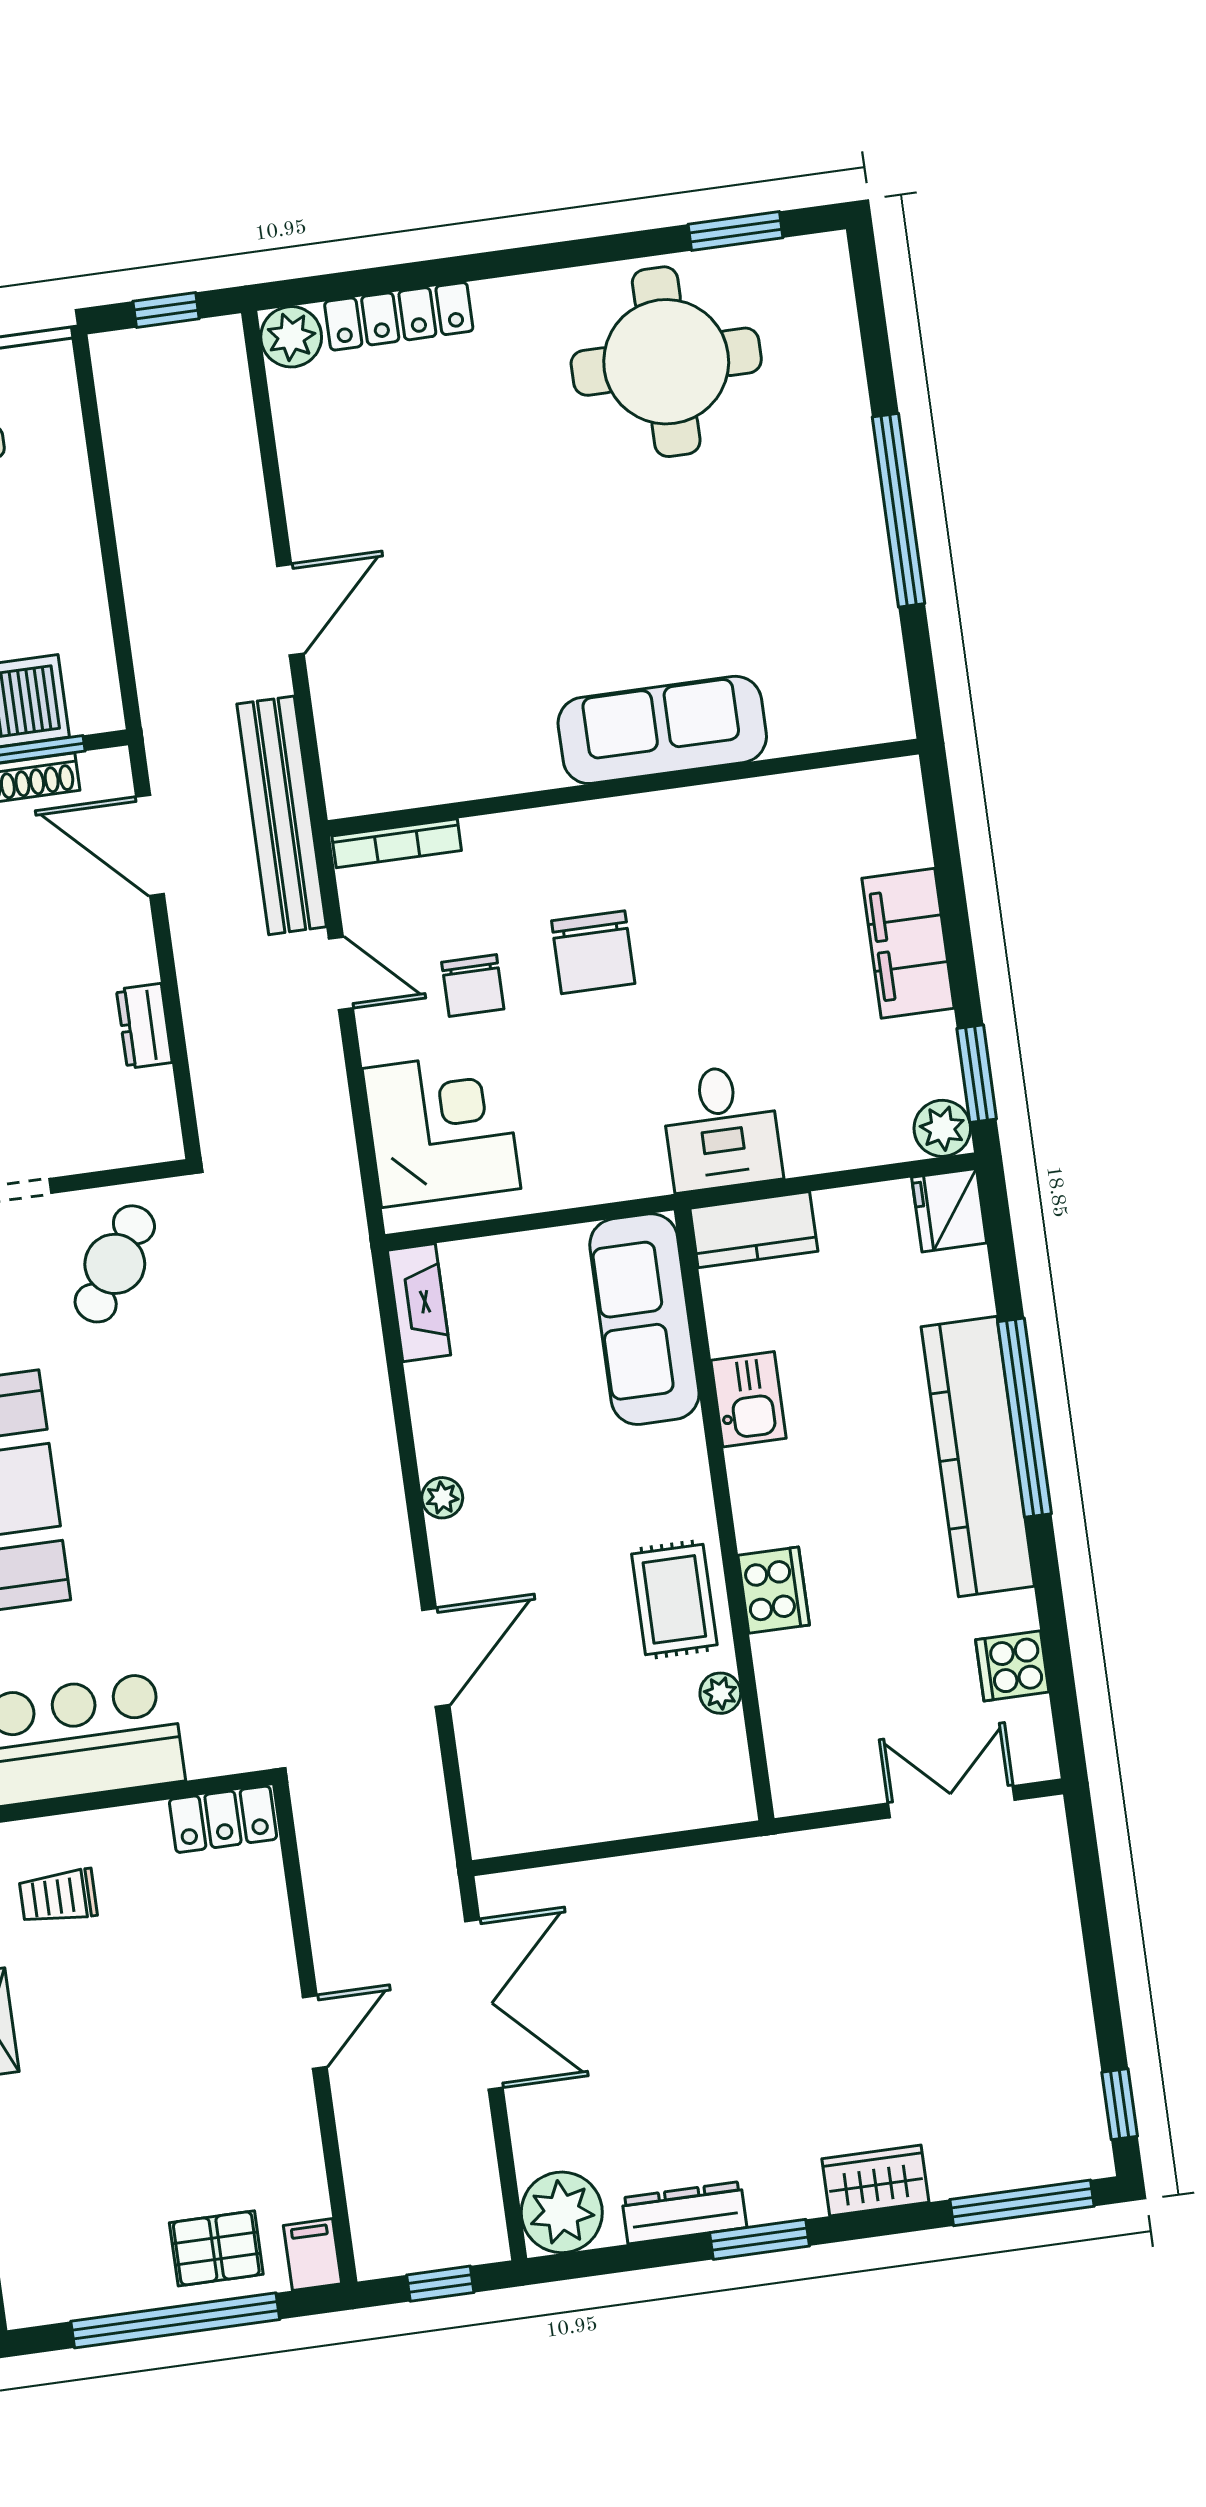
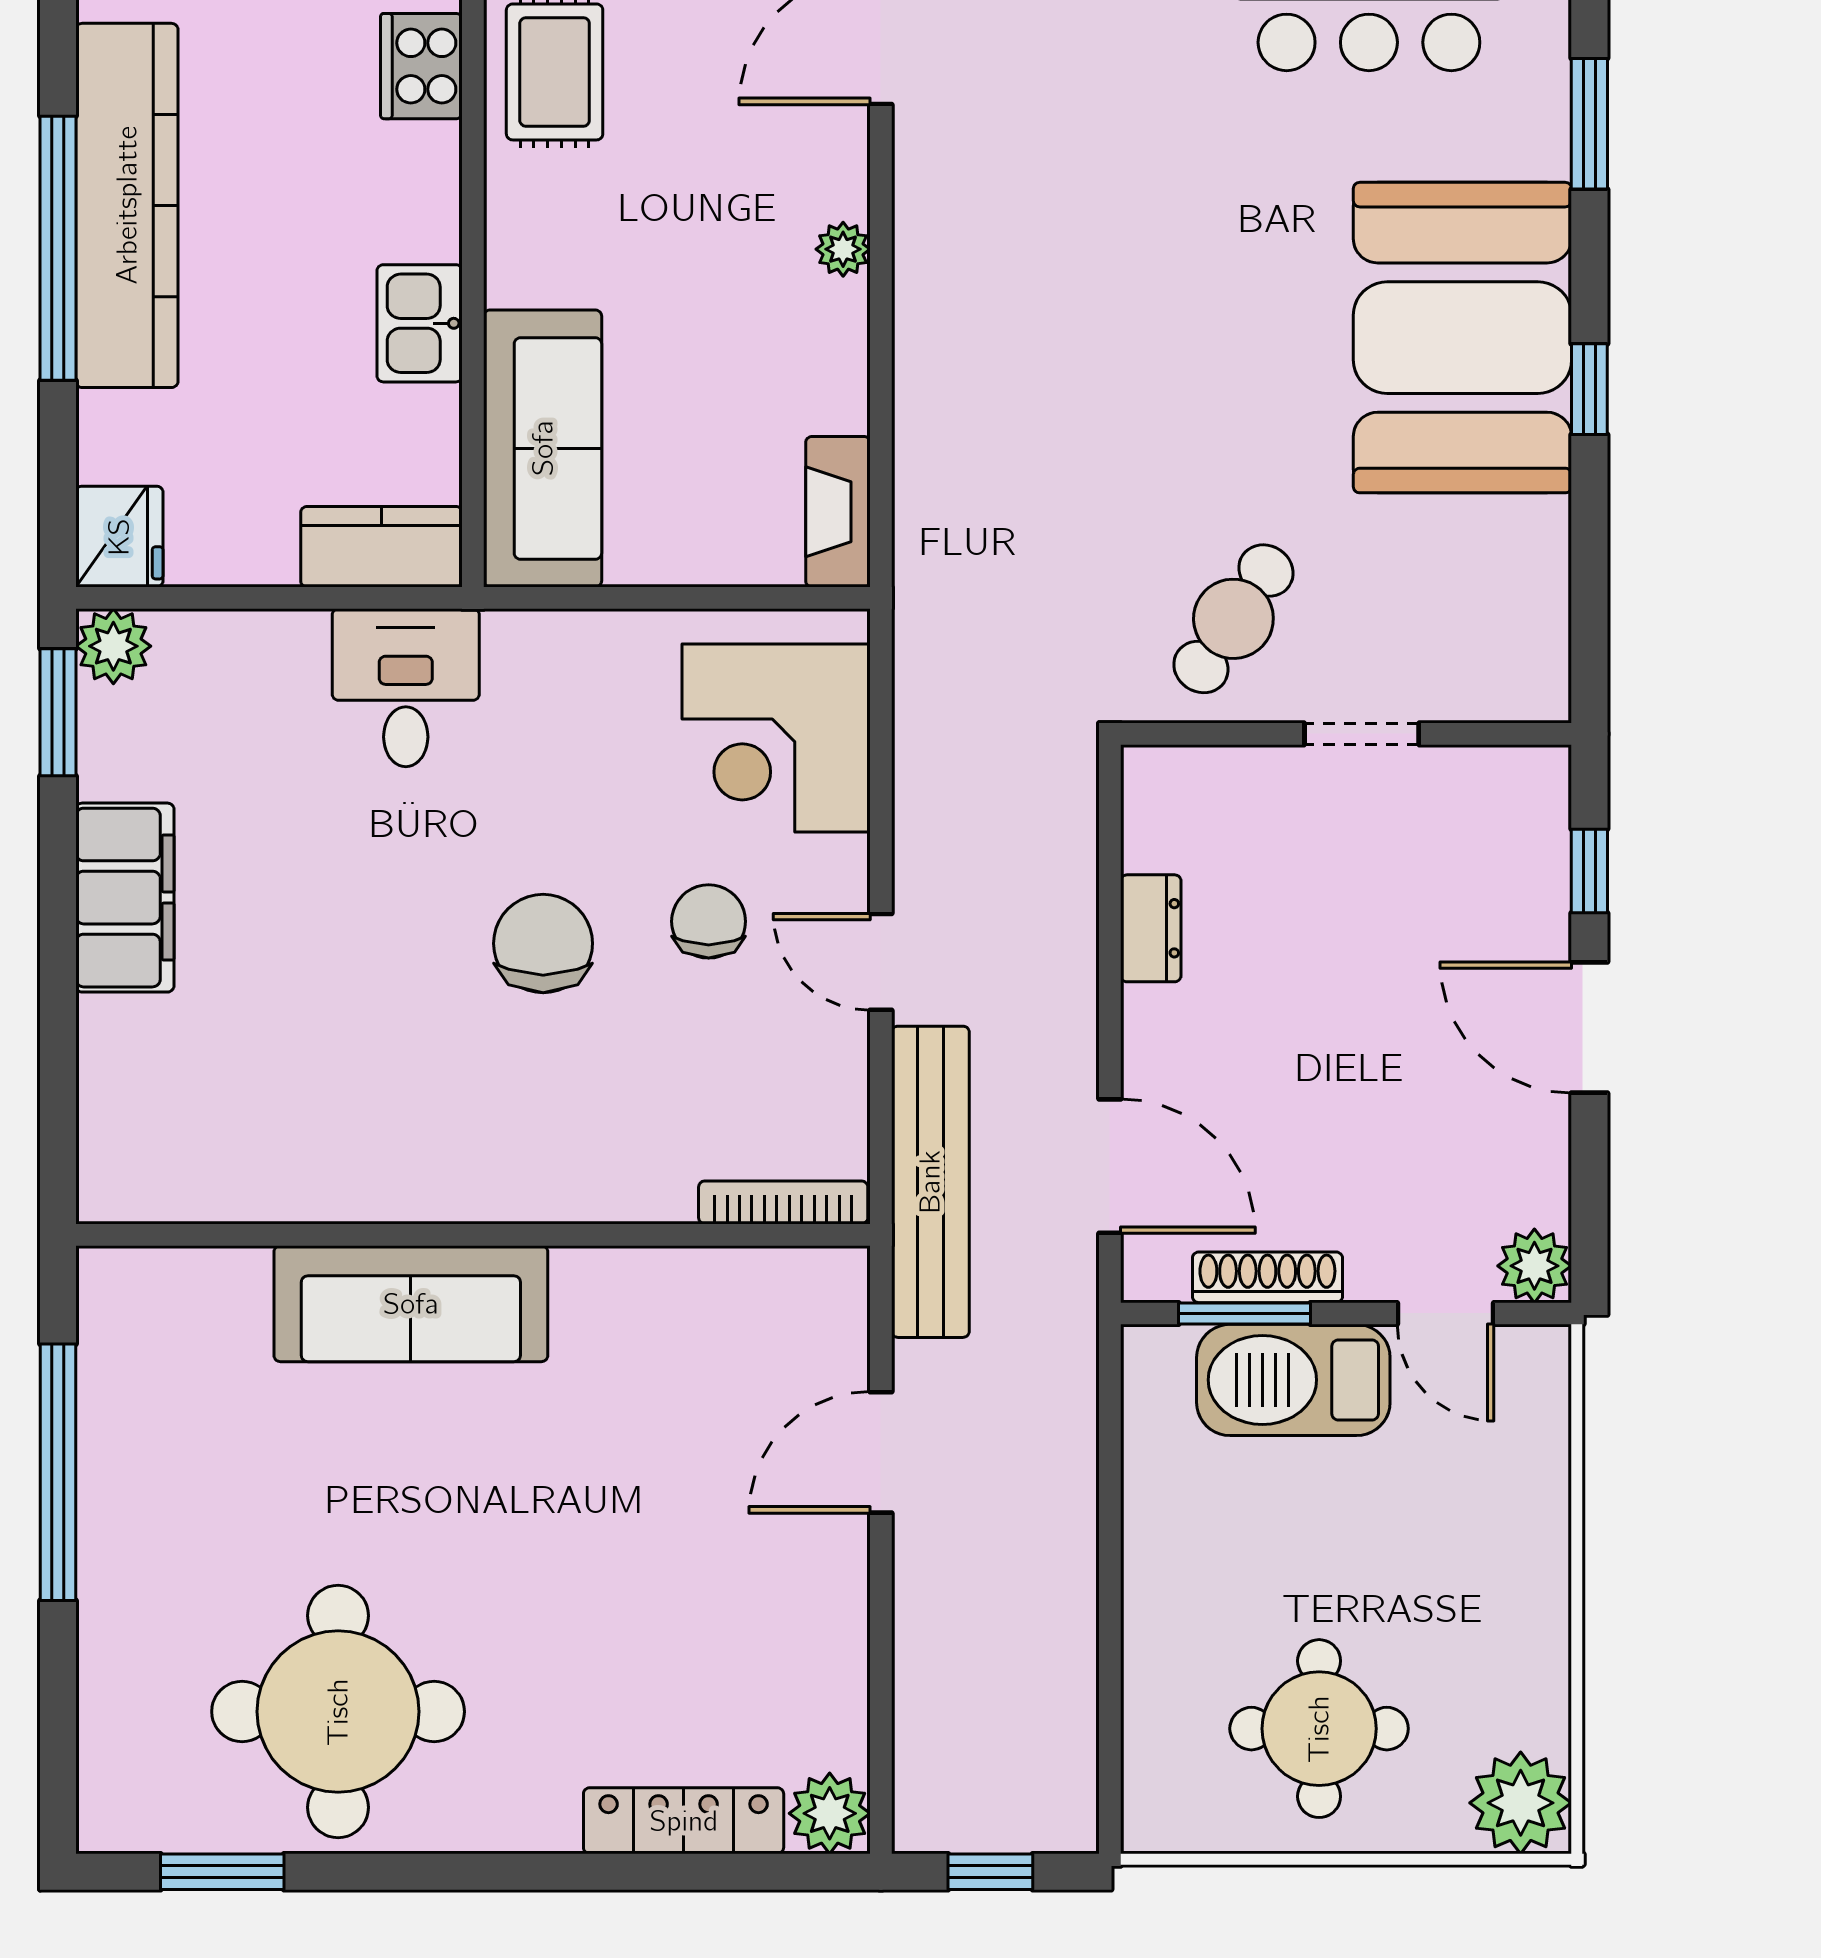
sofa: (662, 730) -> (411, 1304), moved
wall: (623, 787) -> (473, 1235), moved
bookcase: (397, 843) -> (783, 1202), moved

